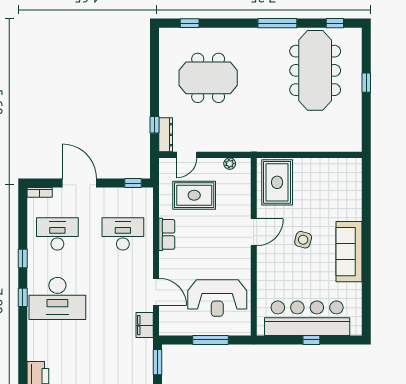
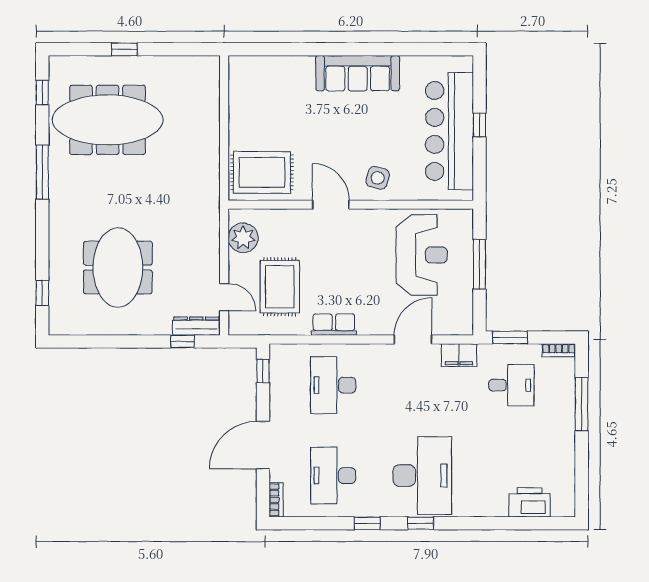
plant: (230, 164) -> (243, 238), width x1.88, depth x1.88
side table: (303, 240) -> (378, 178), moved
desk: (123, 363) -> (511, 385), added

